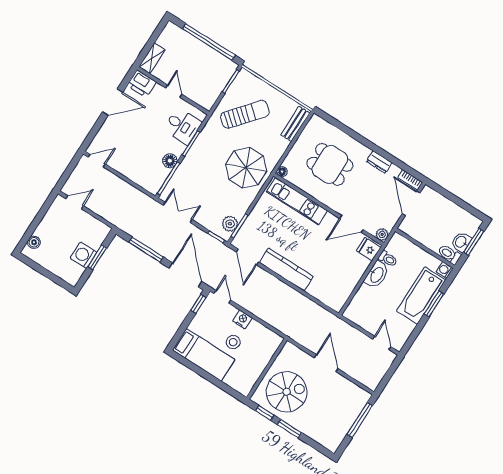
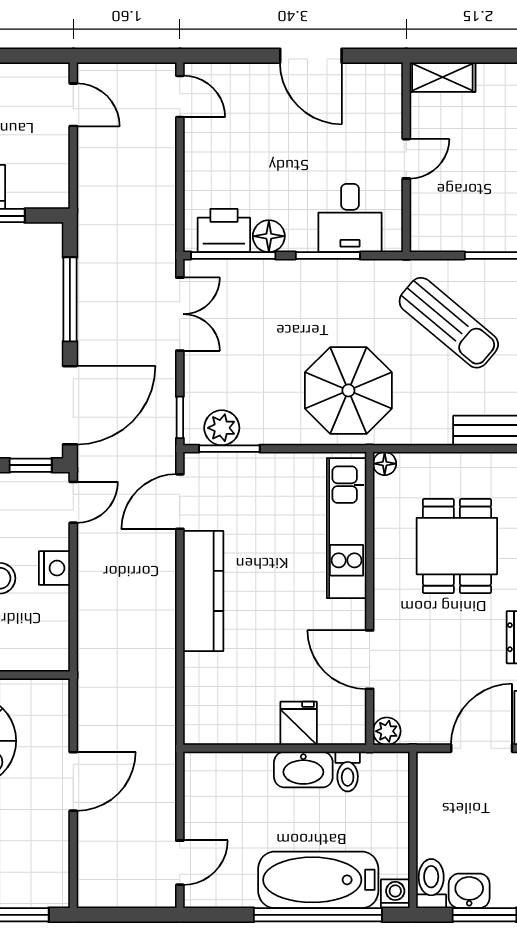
printer: (142, 84) -> (224, 231), moved, turned 90
fridge: (369, 249) -> (299, 723), moved
window: (434, 304) -> (318, 915), width x2.11

